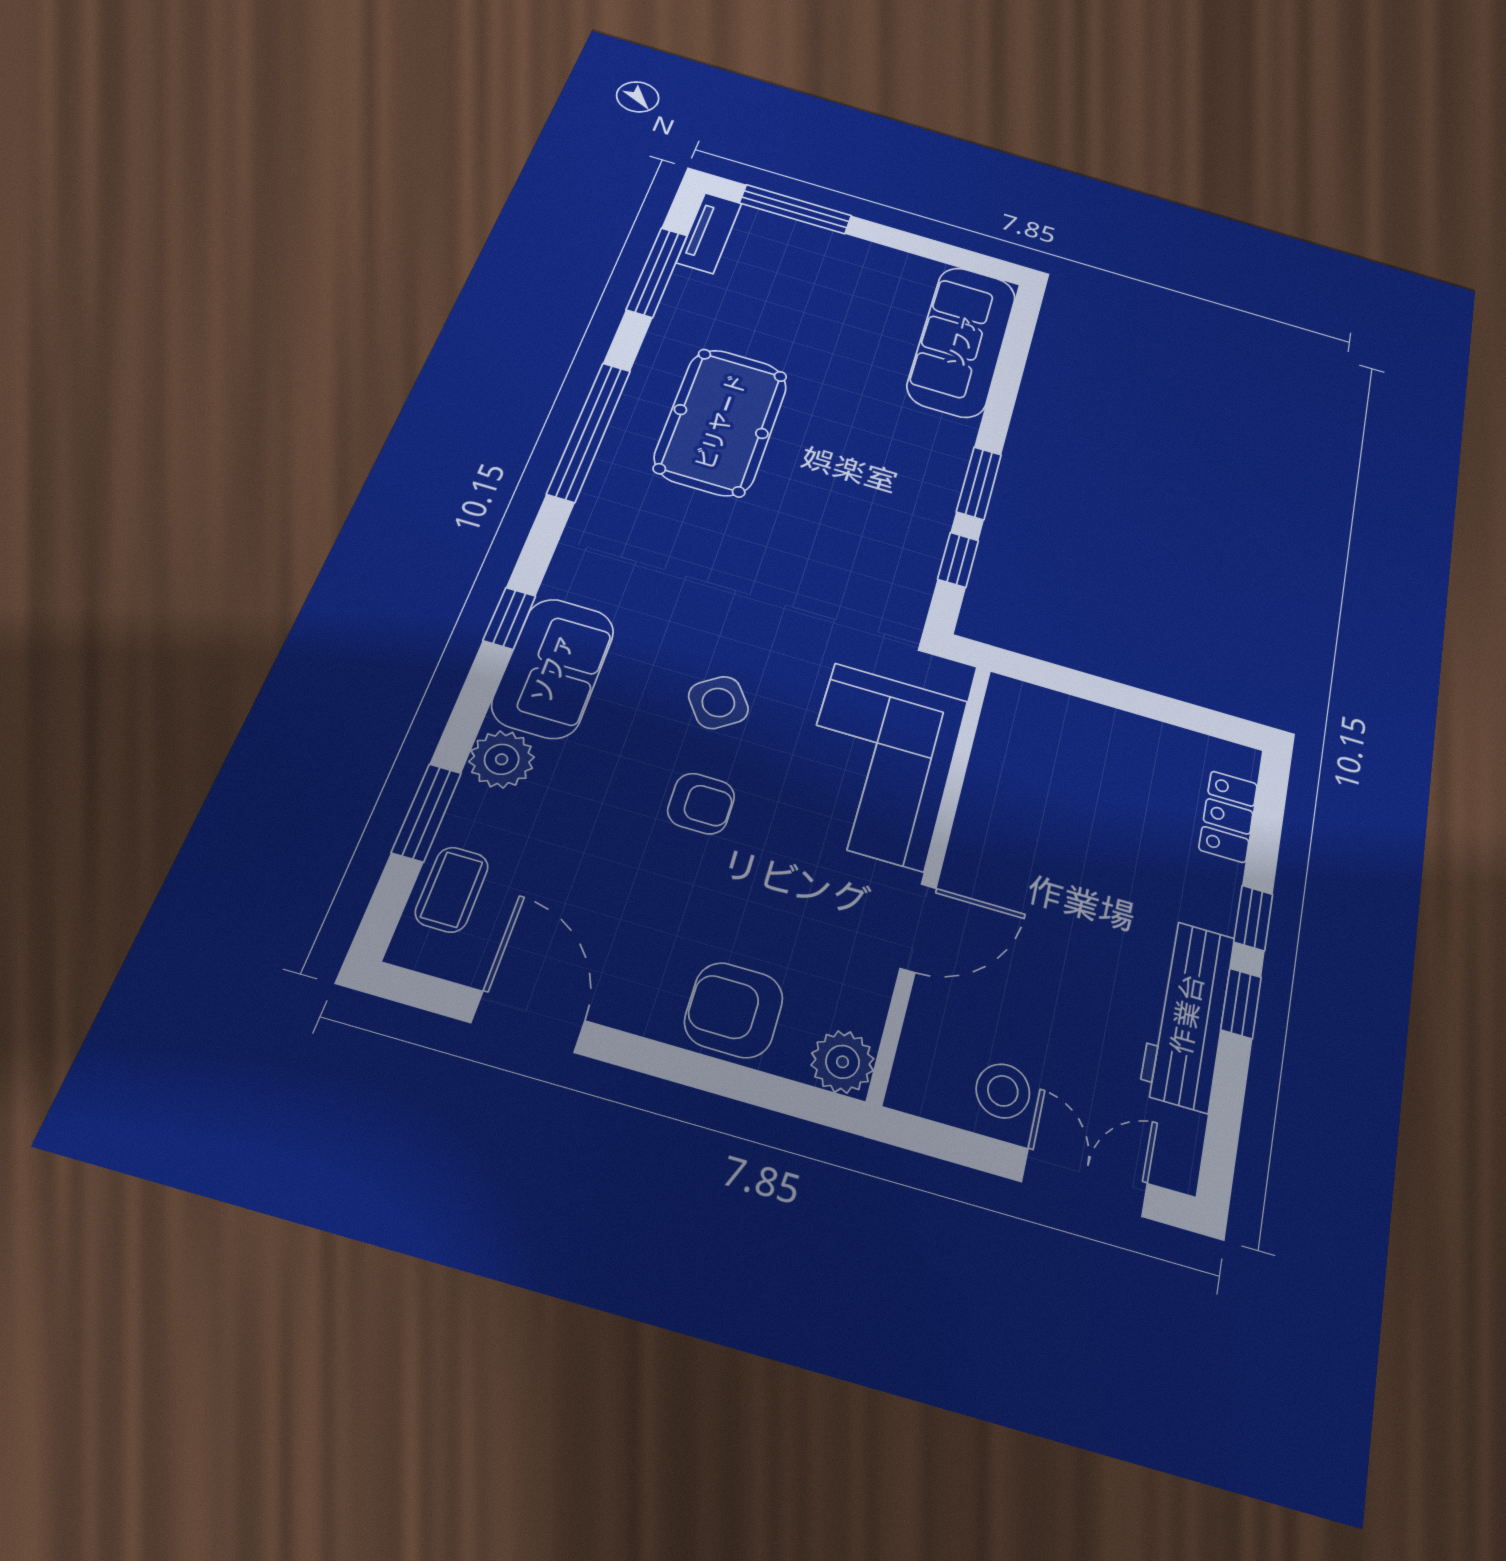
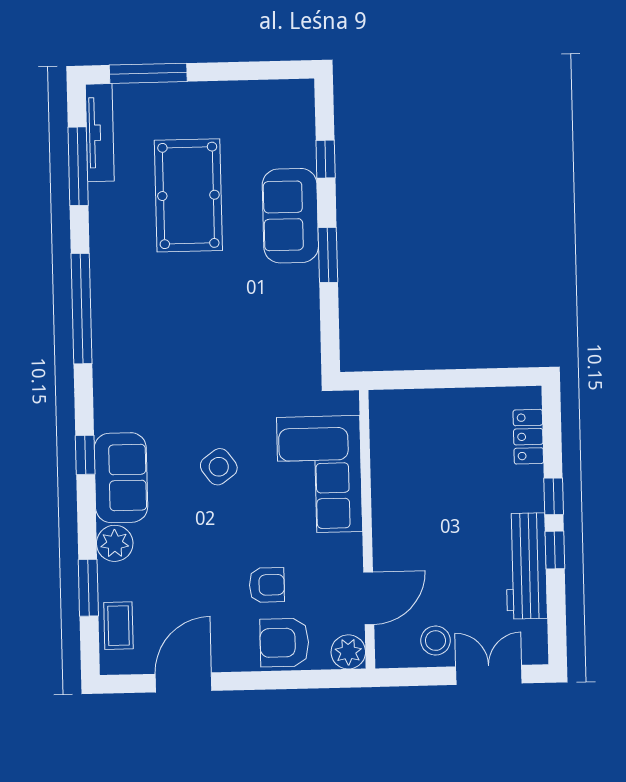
tv unit: (709, 233) -> (100, 133), width x1.41
sofa: (962, 341) -> (290, 216), moved, width x0.73
pool table: (721, 422) -> (188, 195), moved
window: (958, 560) -> (326, 159), moved
armchair: (701, 804) -> (267, 585), moved
door: (918, 928) -> (369, 598), moved
door: (528, 1022) -> (184, 682), hinge flipped

